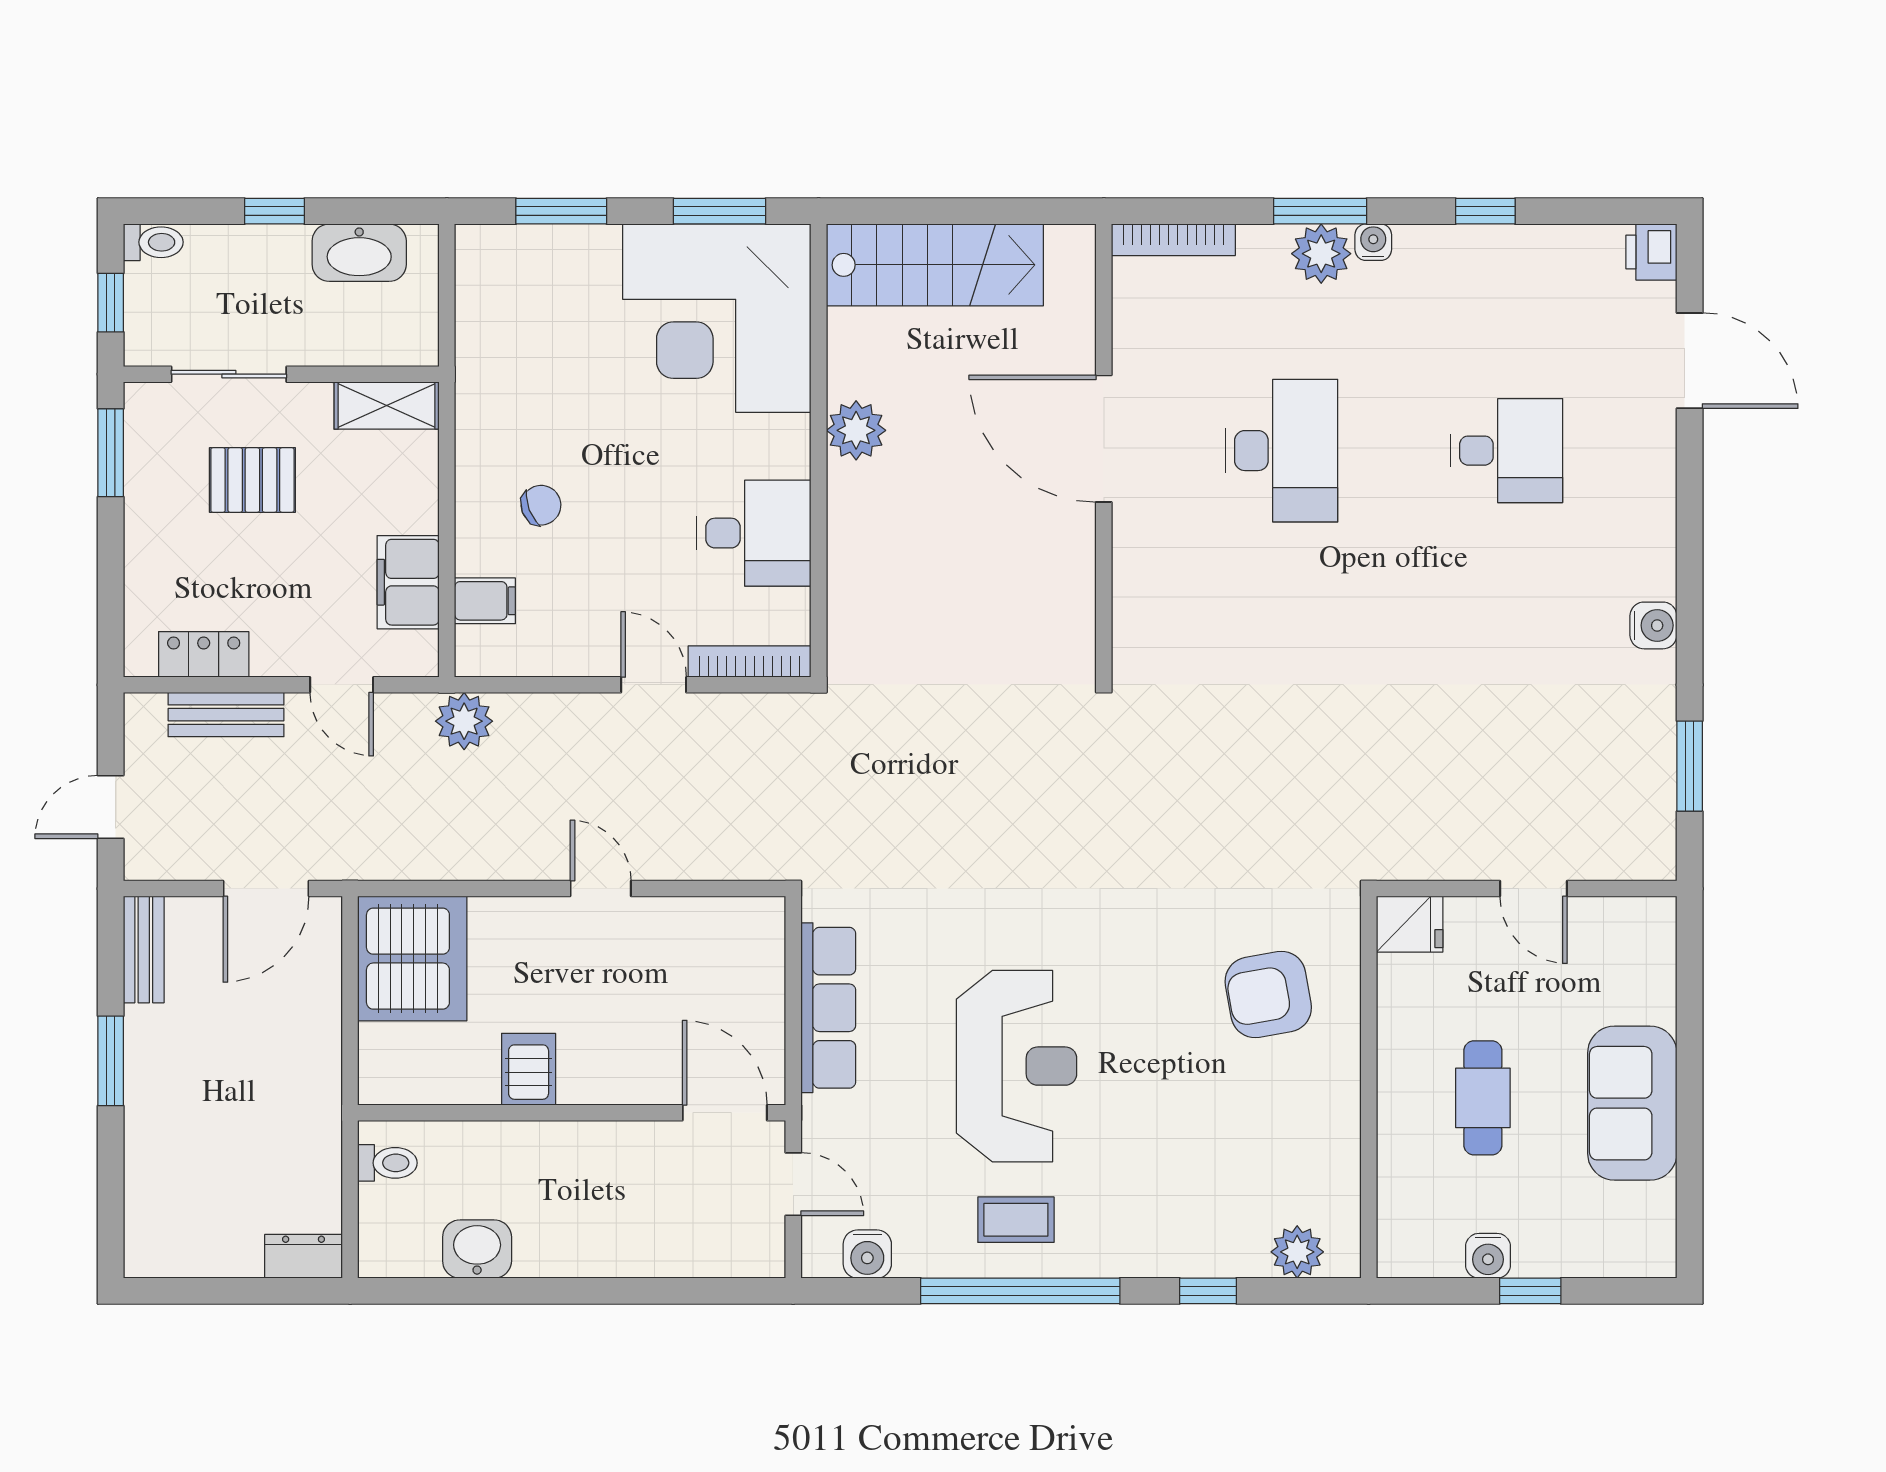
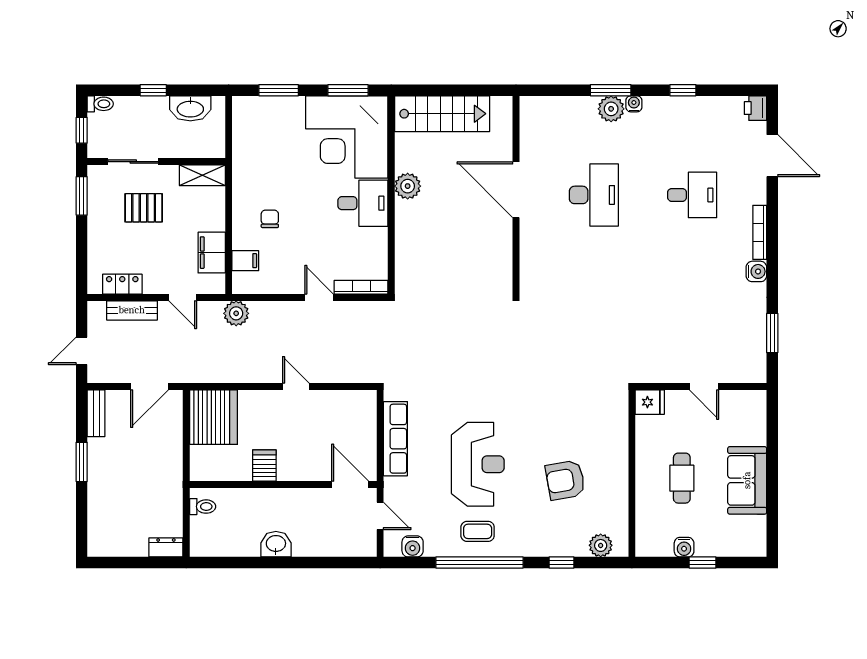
bookcase: (1173, 240) -> (760, 232), moved, turned 90
chair: (541, 505) -> (270, 219), turned -69
desk: (754, 533) -> (363, 203), moved
armchair: (1268, 994) -> (565, 480), moved
washbasin: (477, 1249) -> (276, 544), moved

